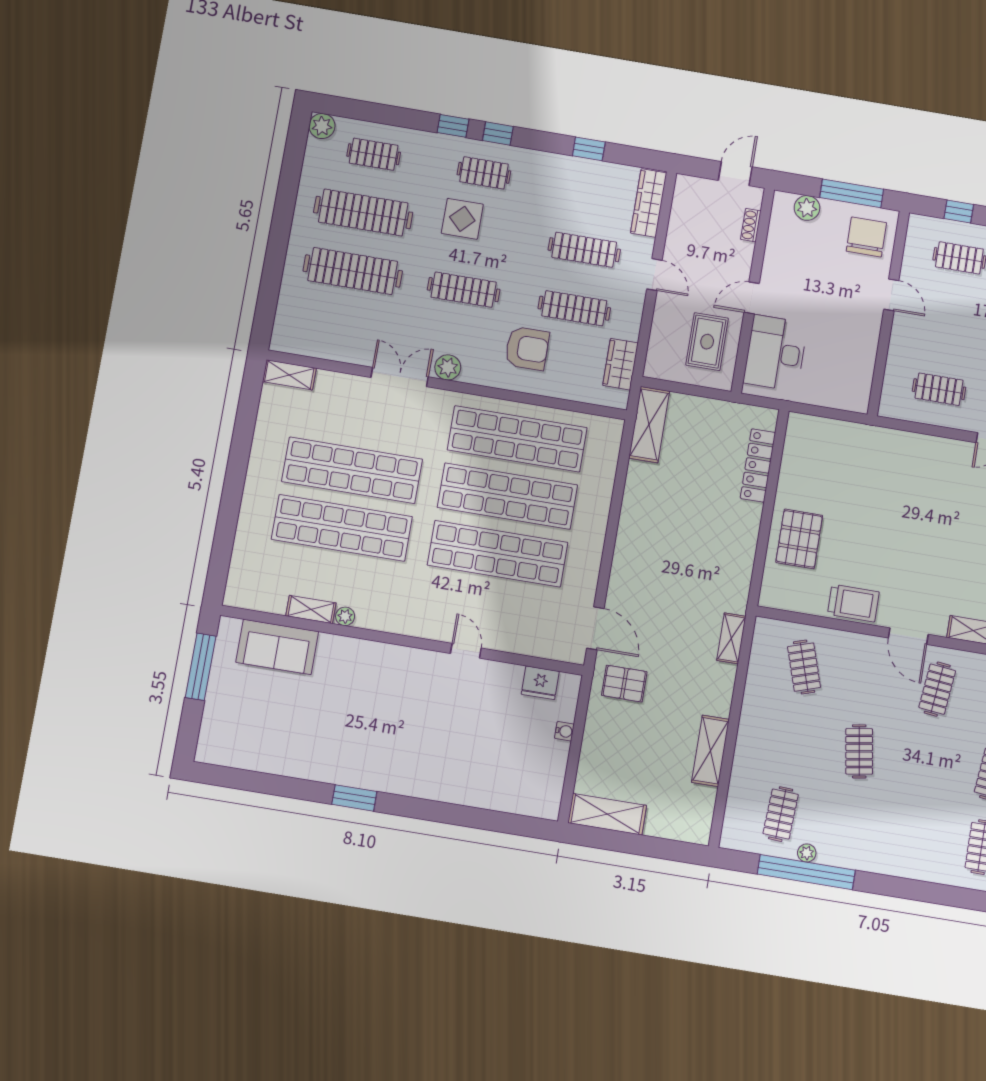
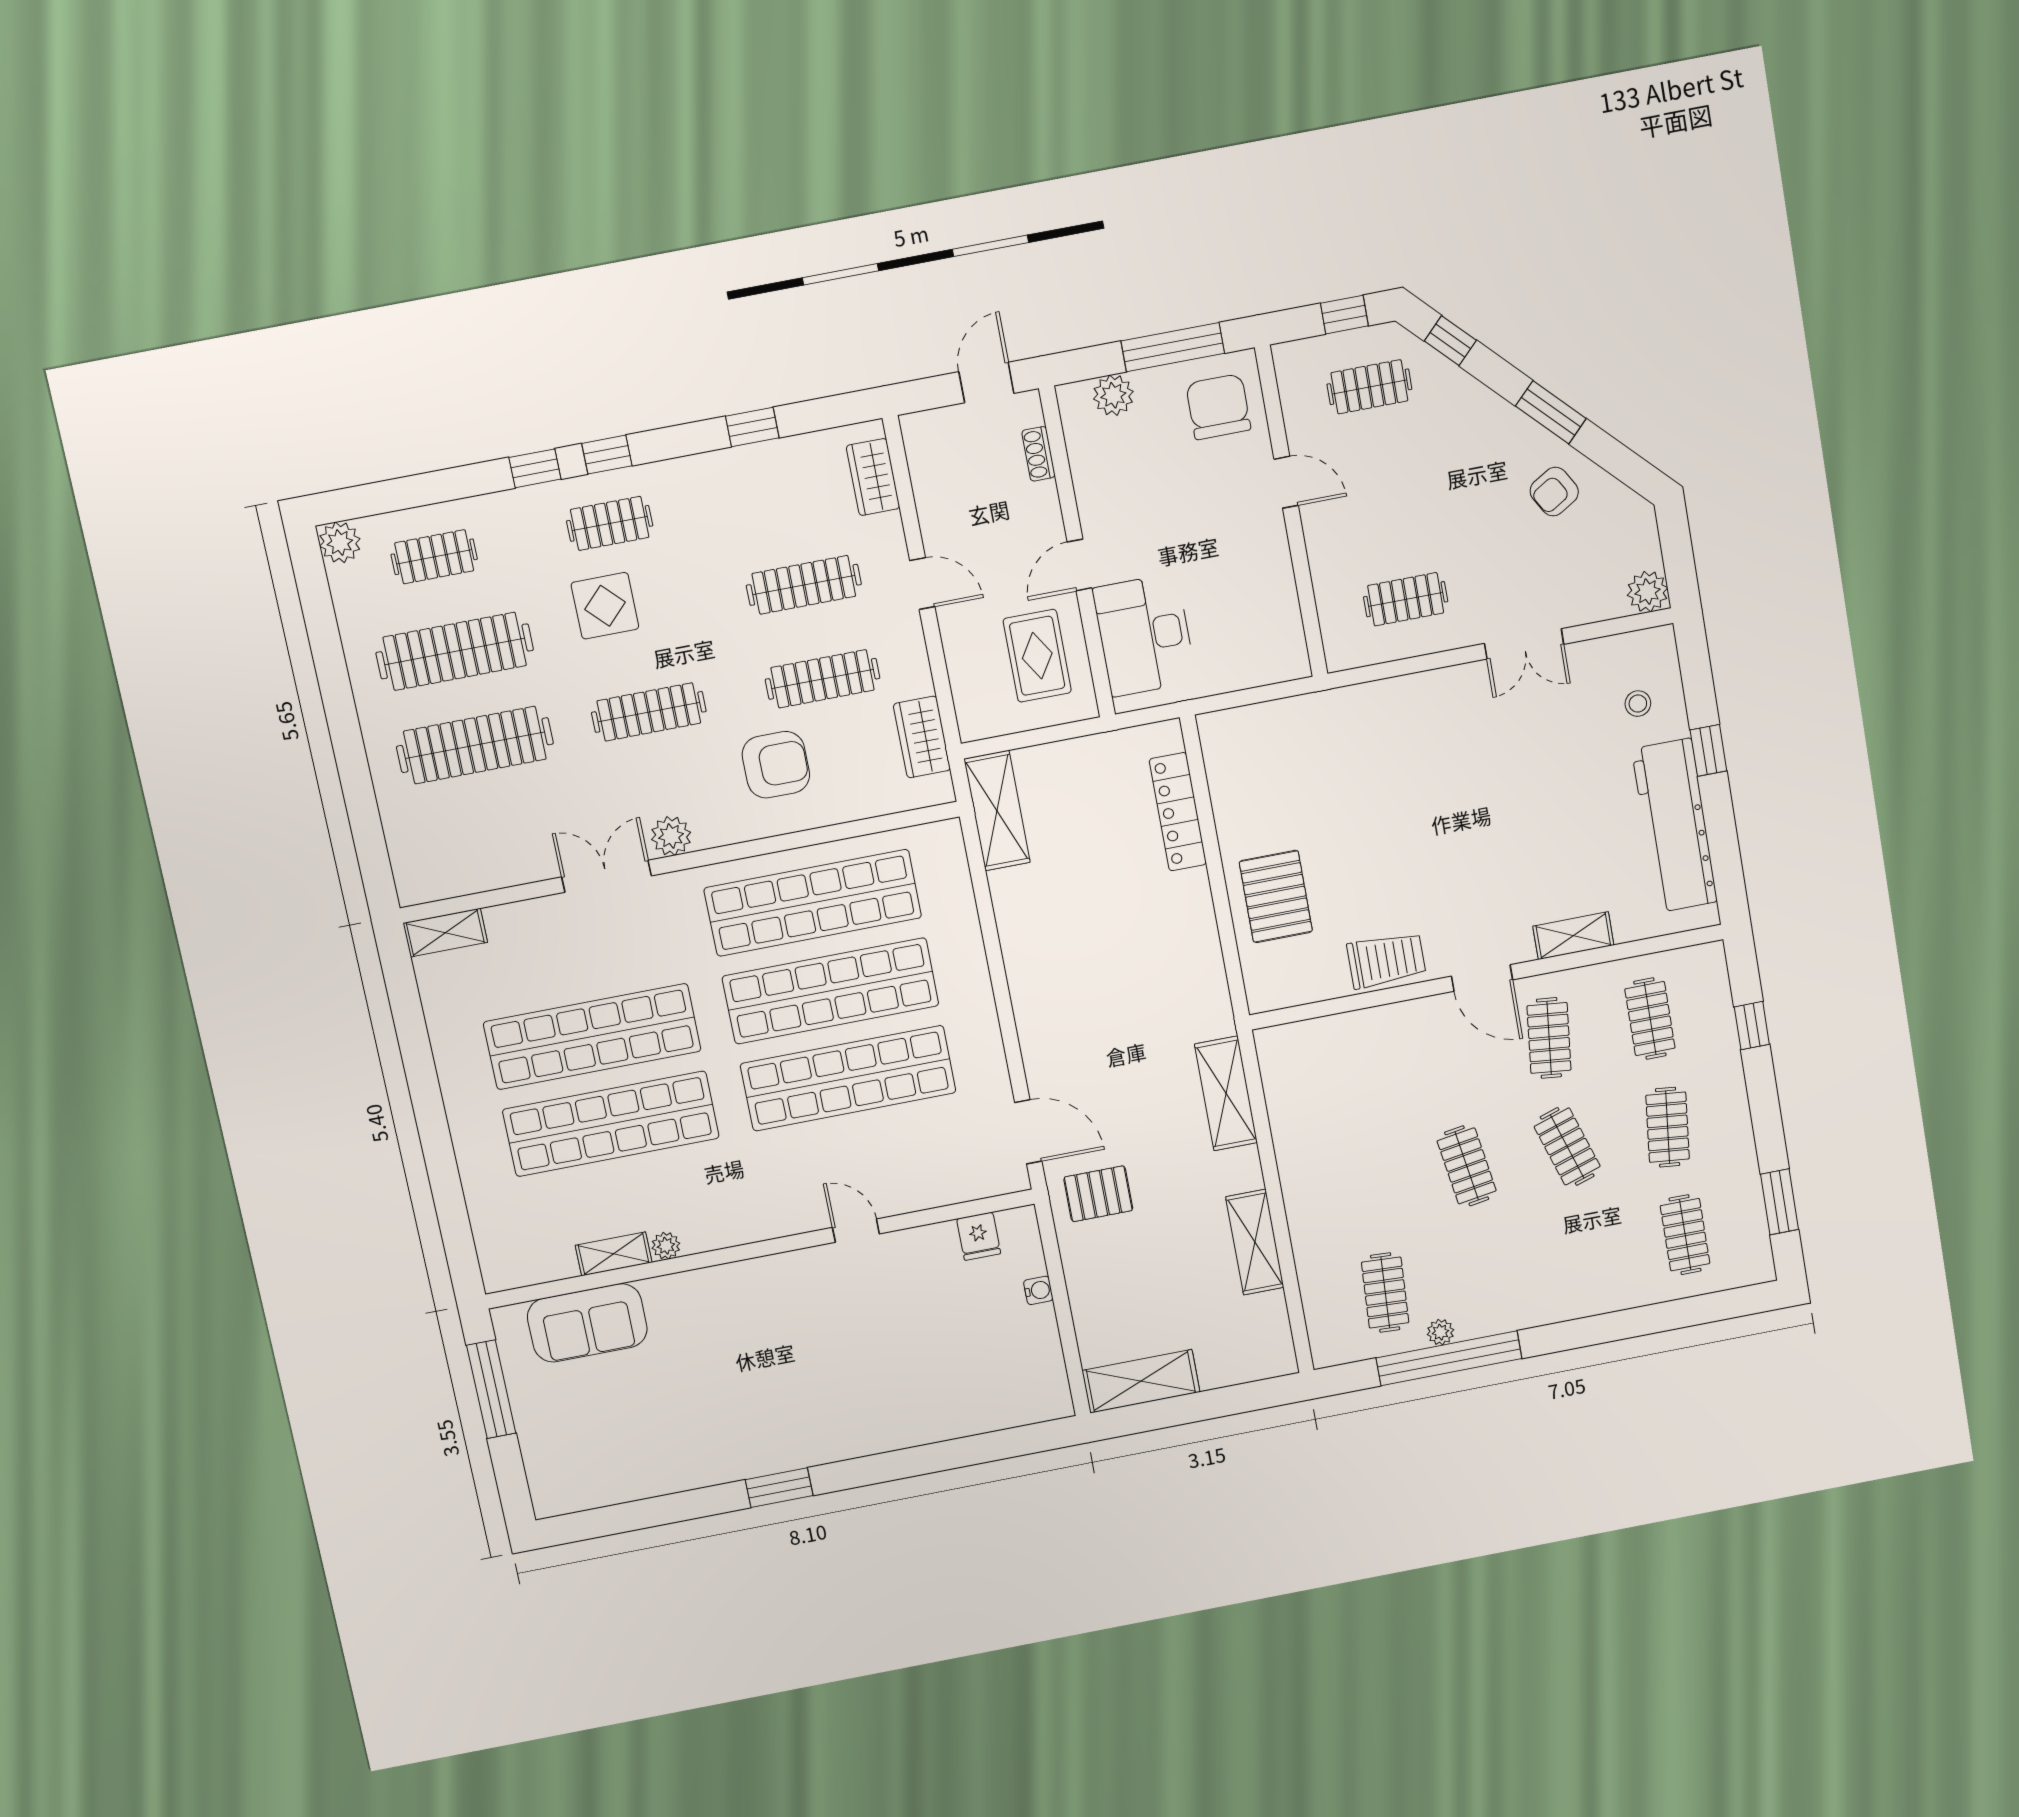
wardrobe: (649, 203) -> (873, 477), width x0.67
shelving: (731, 638) -> (1226, 1093), width x1.50, depth x1.33
clothes rail: (804, 667) -> (1567, 1147), moved
fridge: (540, 683) -> (979, 1236), width x0.72

